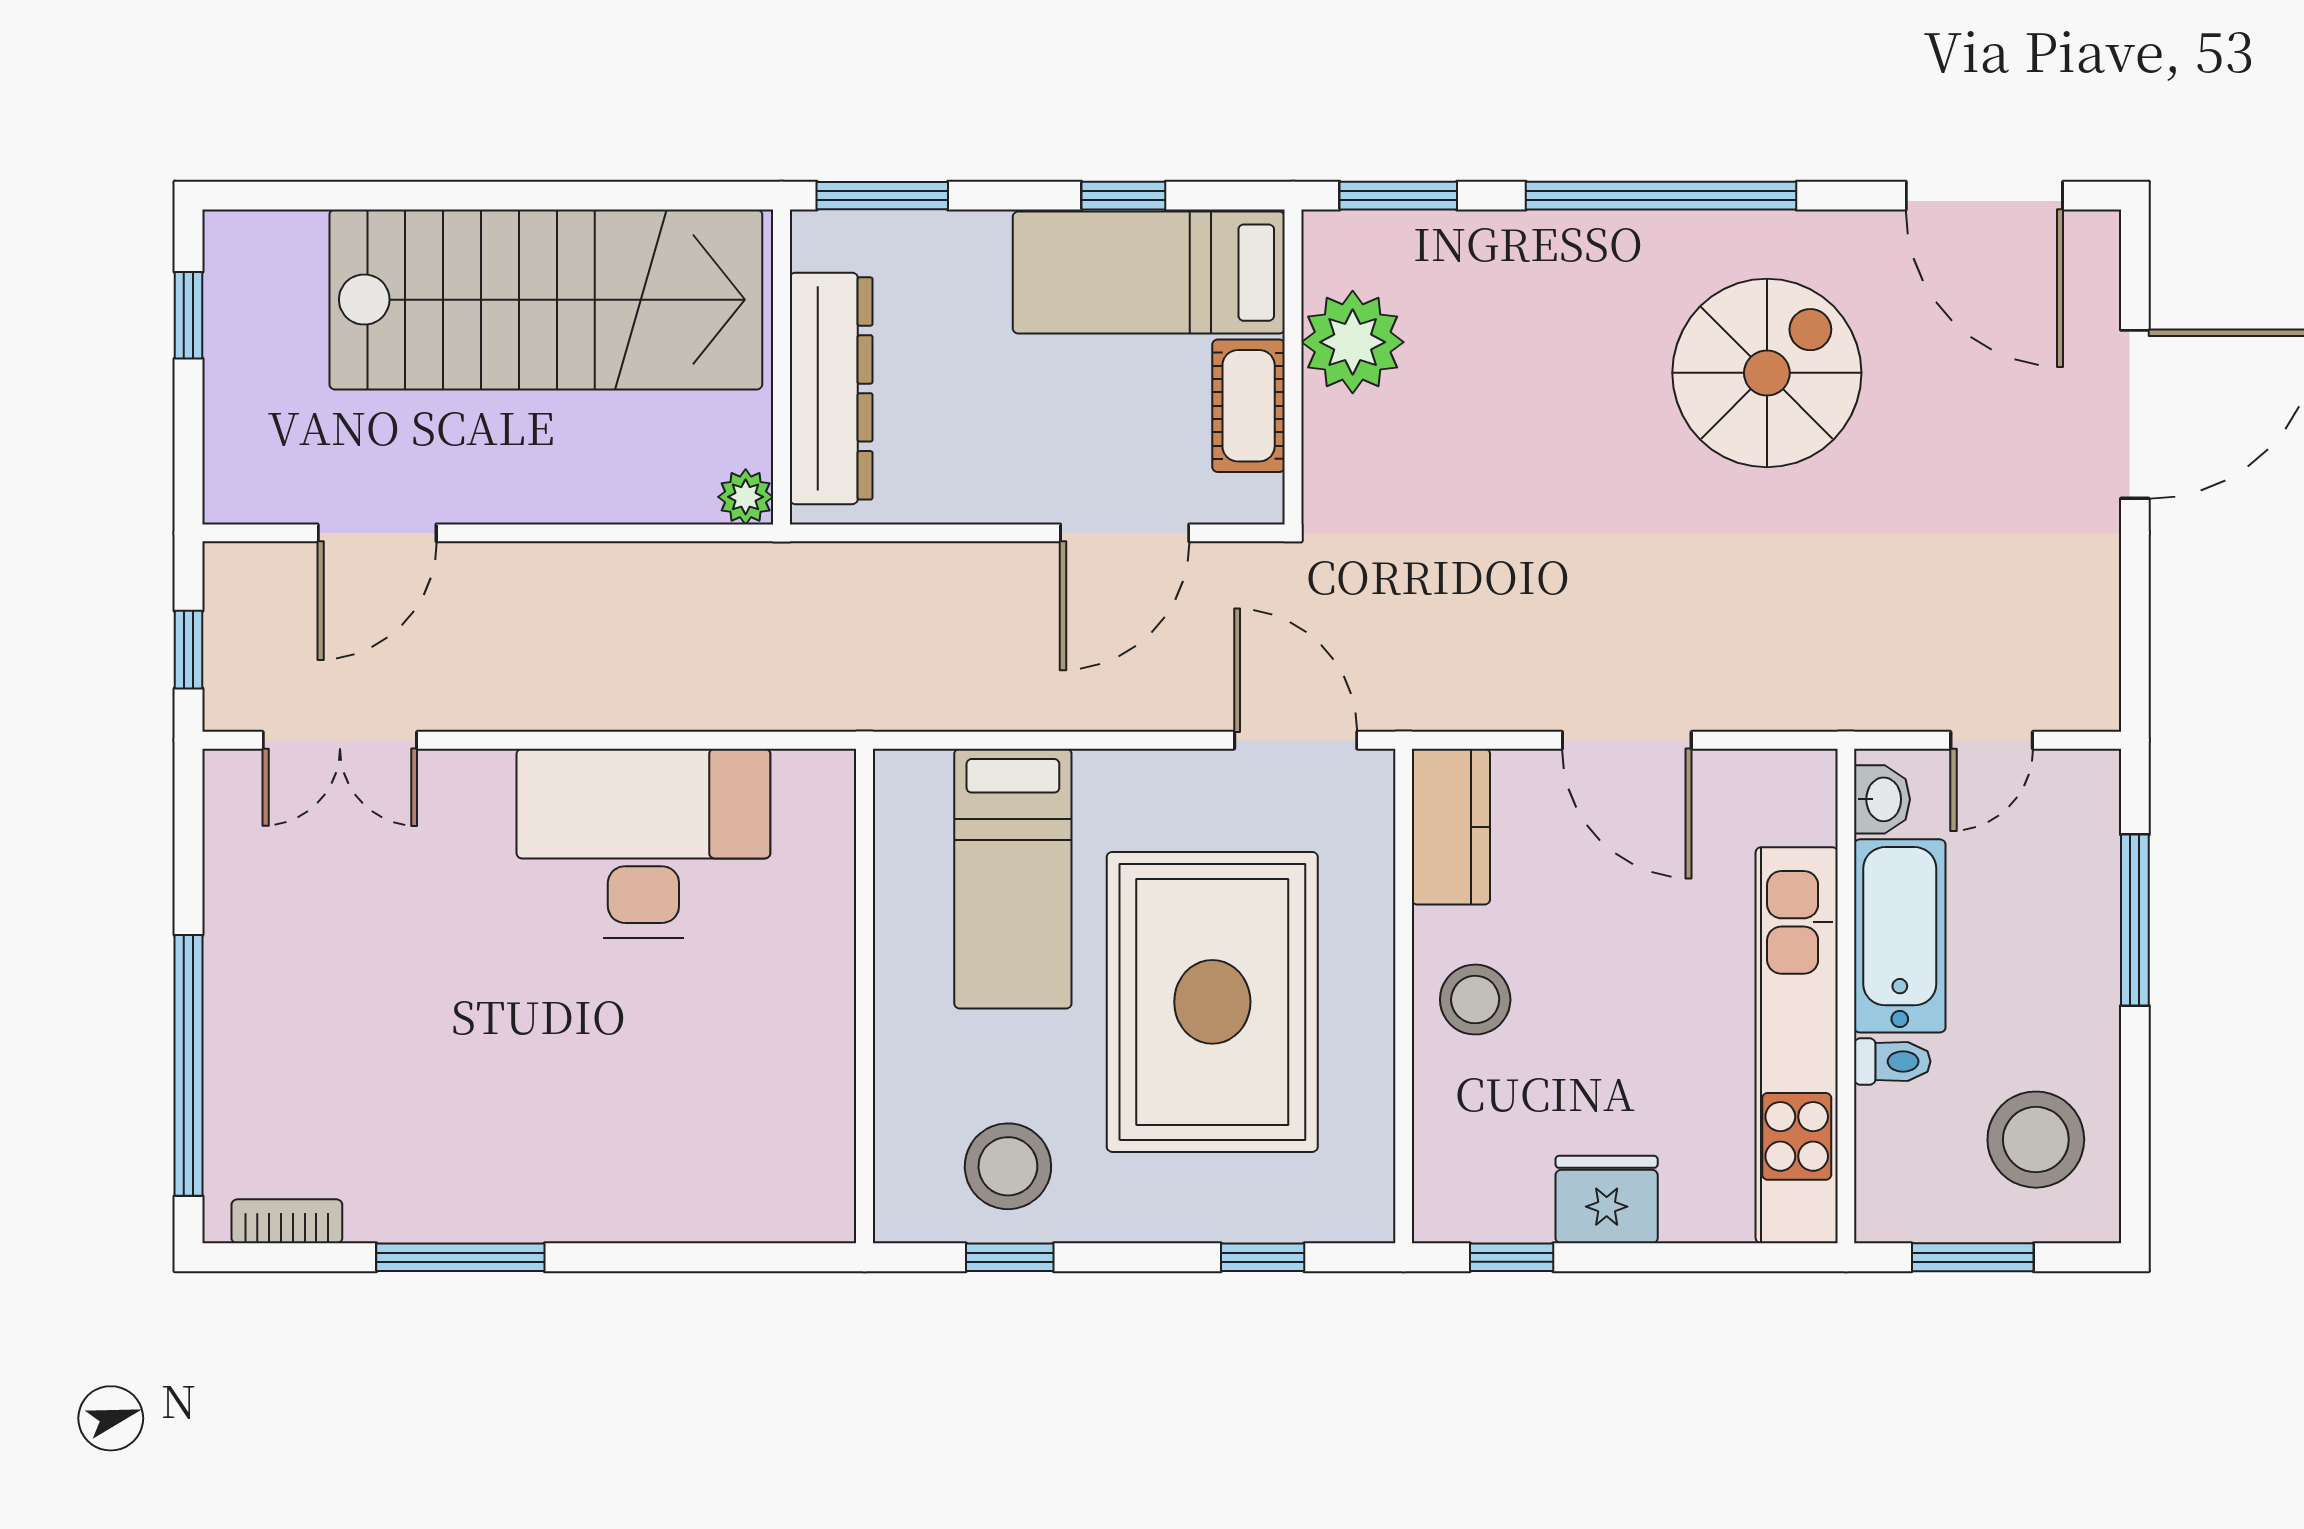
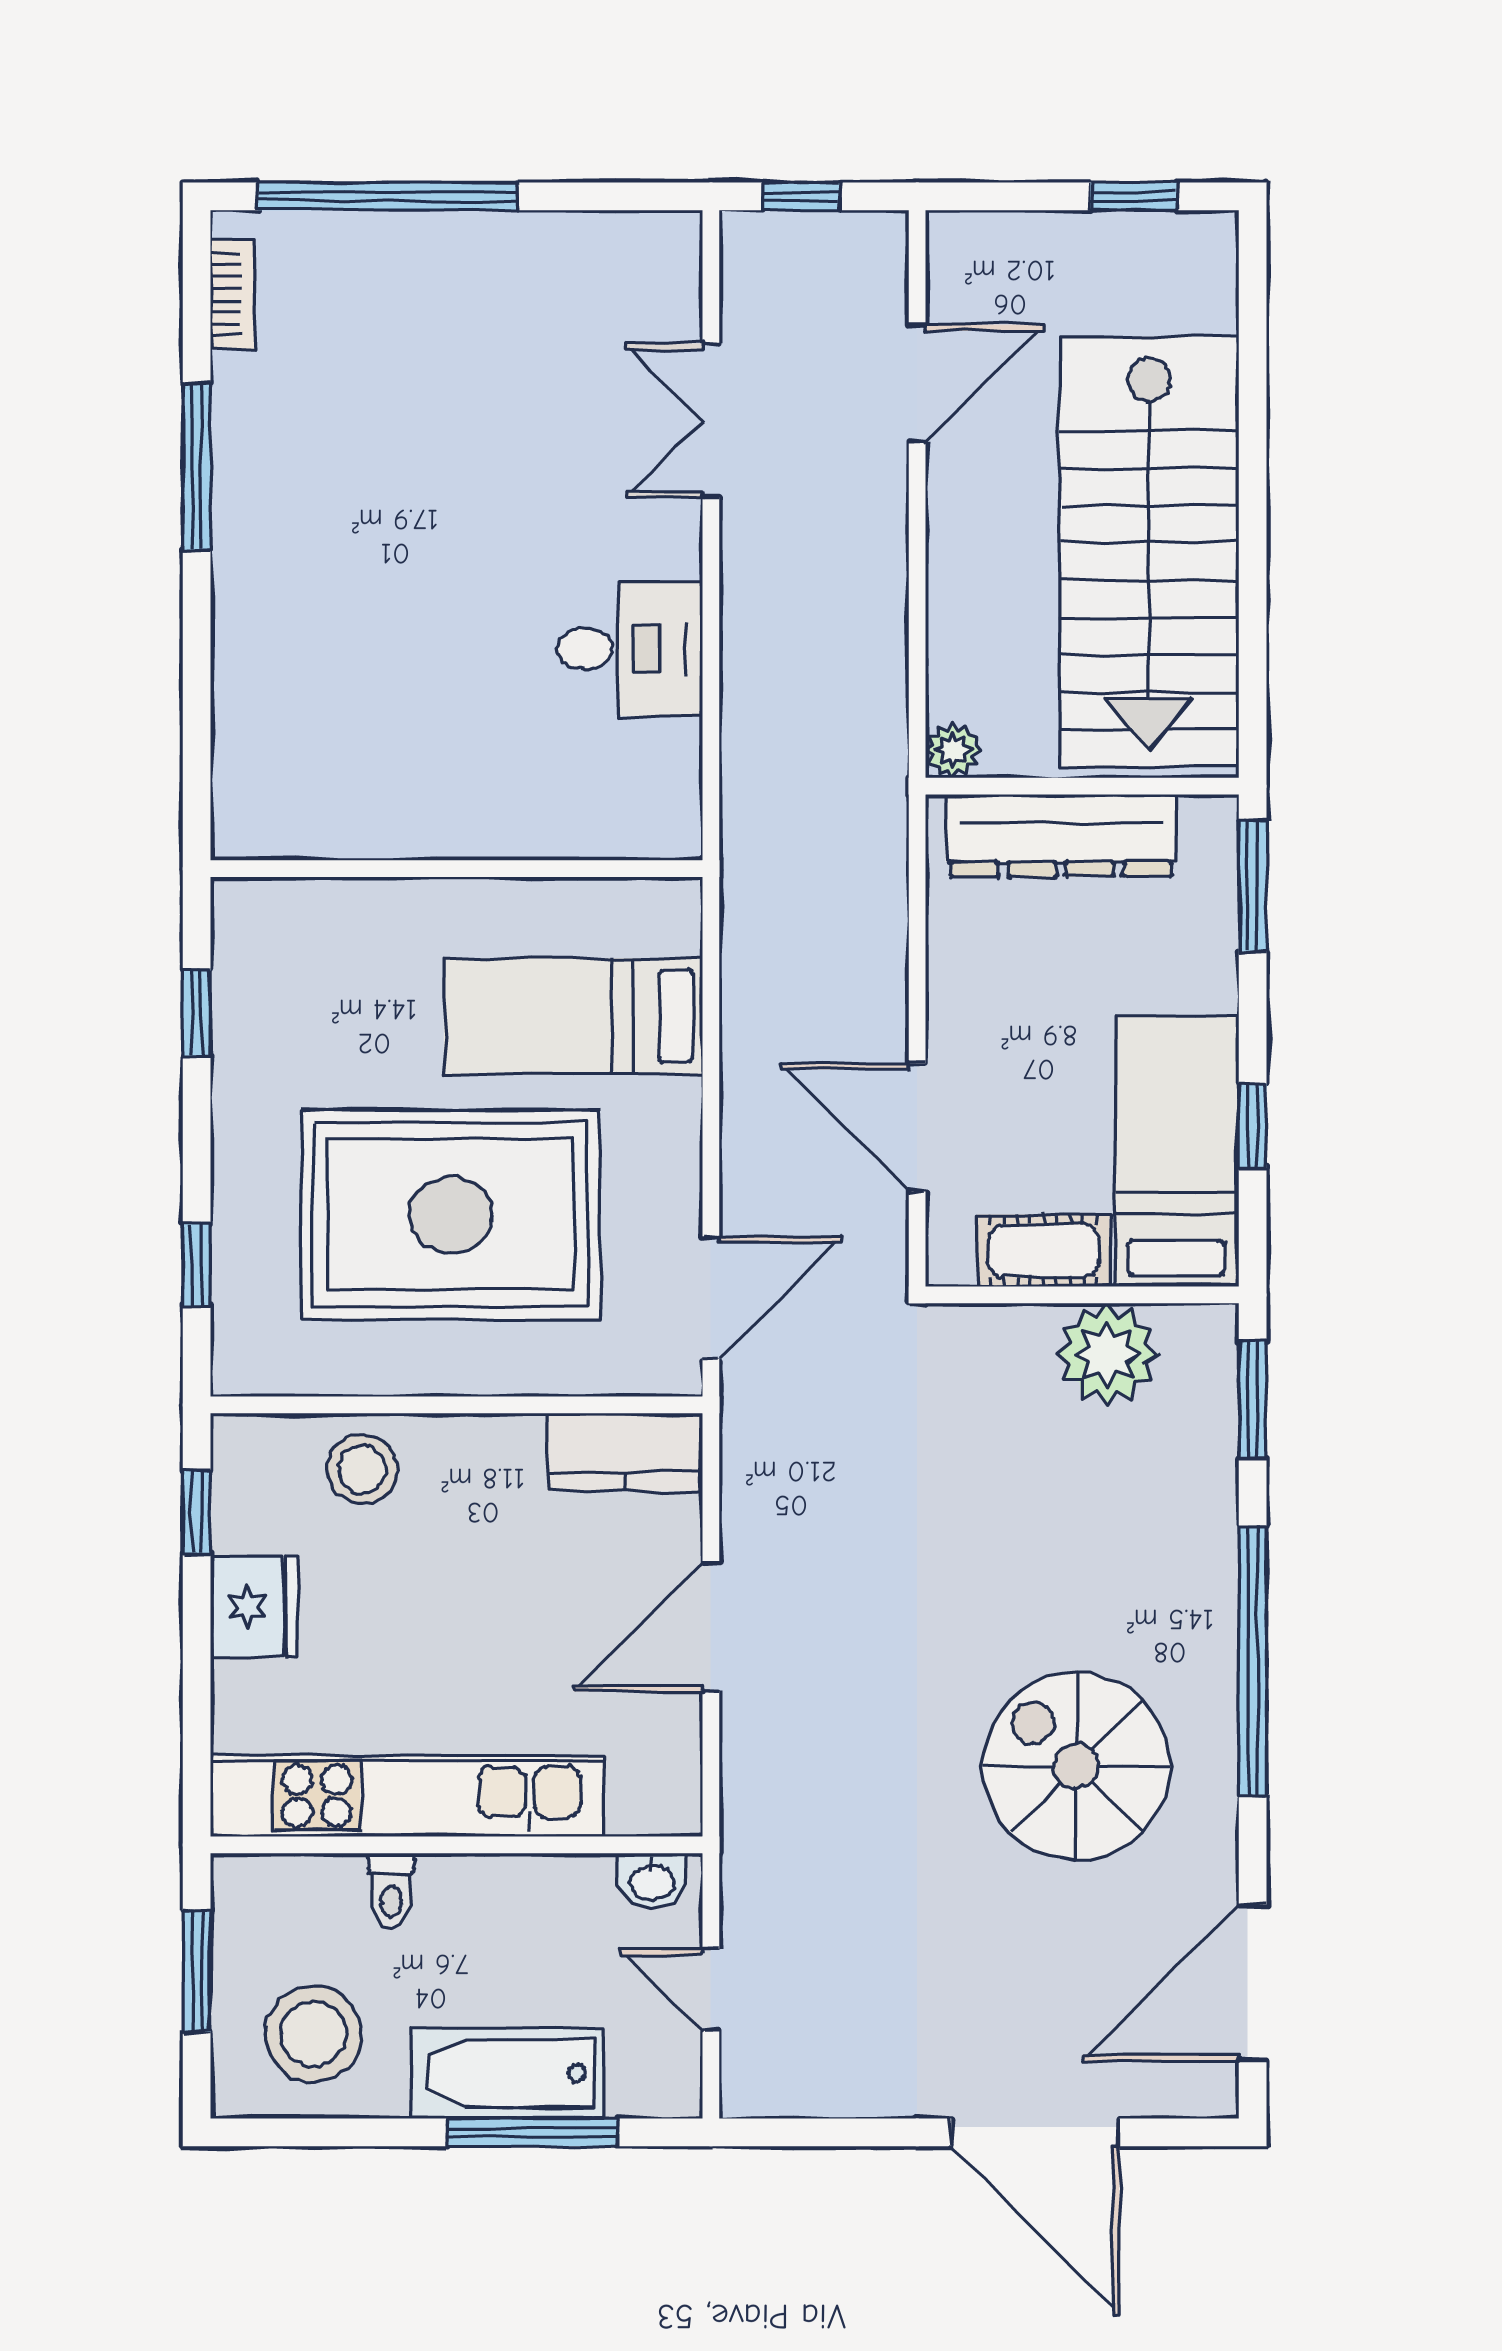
spiral stairs: (1767, 373) -> (1076, 1766), turned 180
door: (377, 533) -> (917, 384), swing flipped
double door: (340, 740) -> (711, 420), moved
desk: (643, 843) -> (630, 649), width x0.53, depth x0.77
bathtub: (1900, 936) -> (507, 2073), moved, turned 180
stool: (1475, 1000) -> (362, 1469), moved
stool: (1008, 1166) -> (287, 1011), removed

